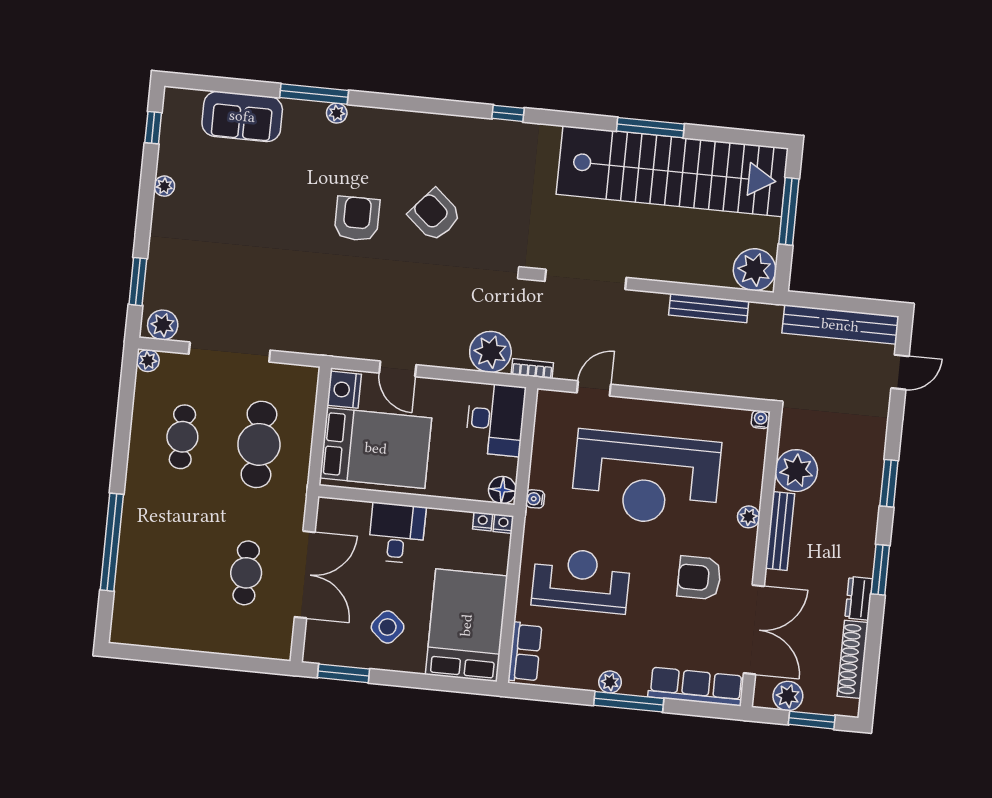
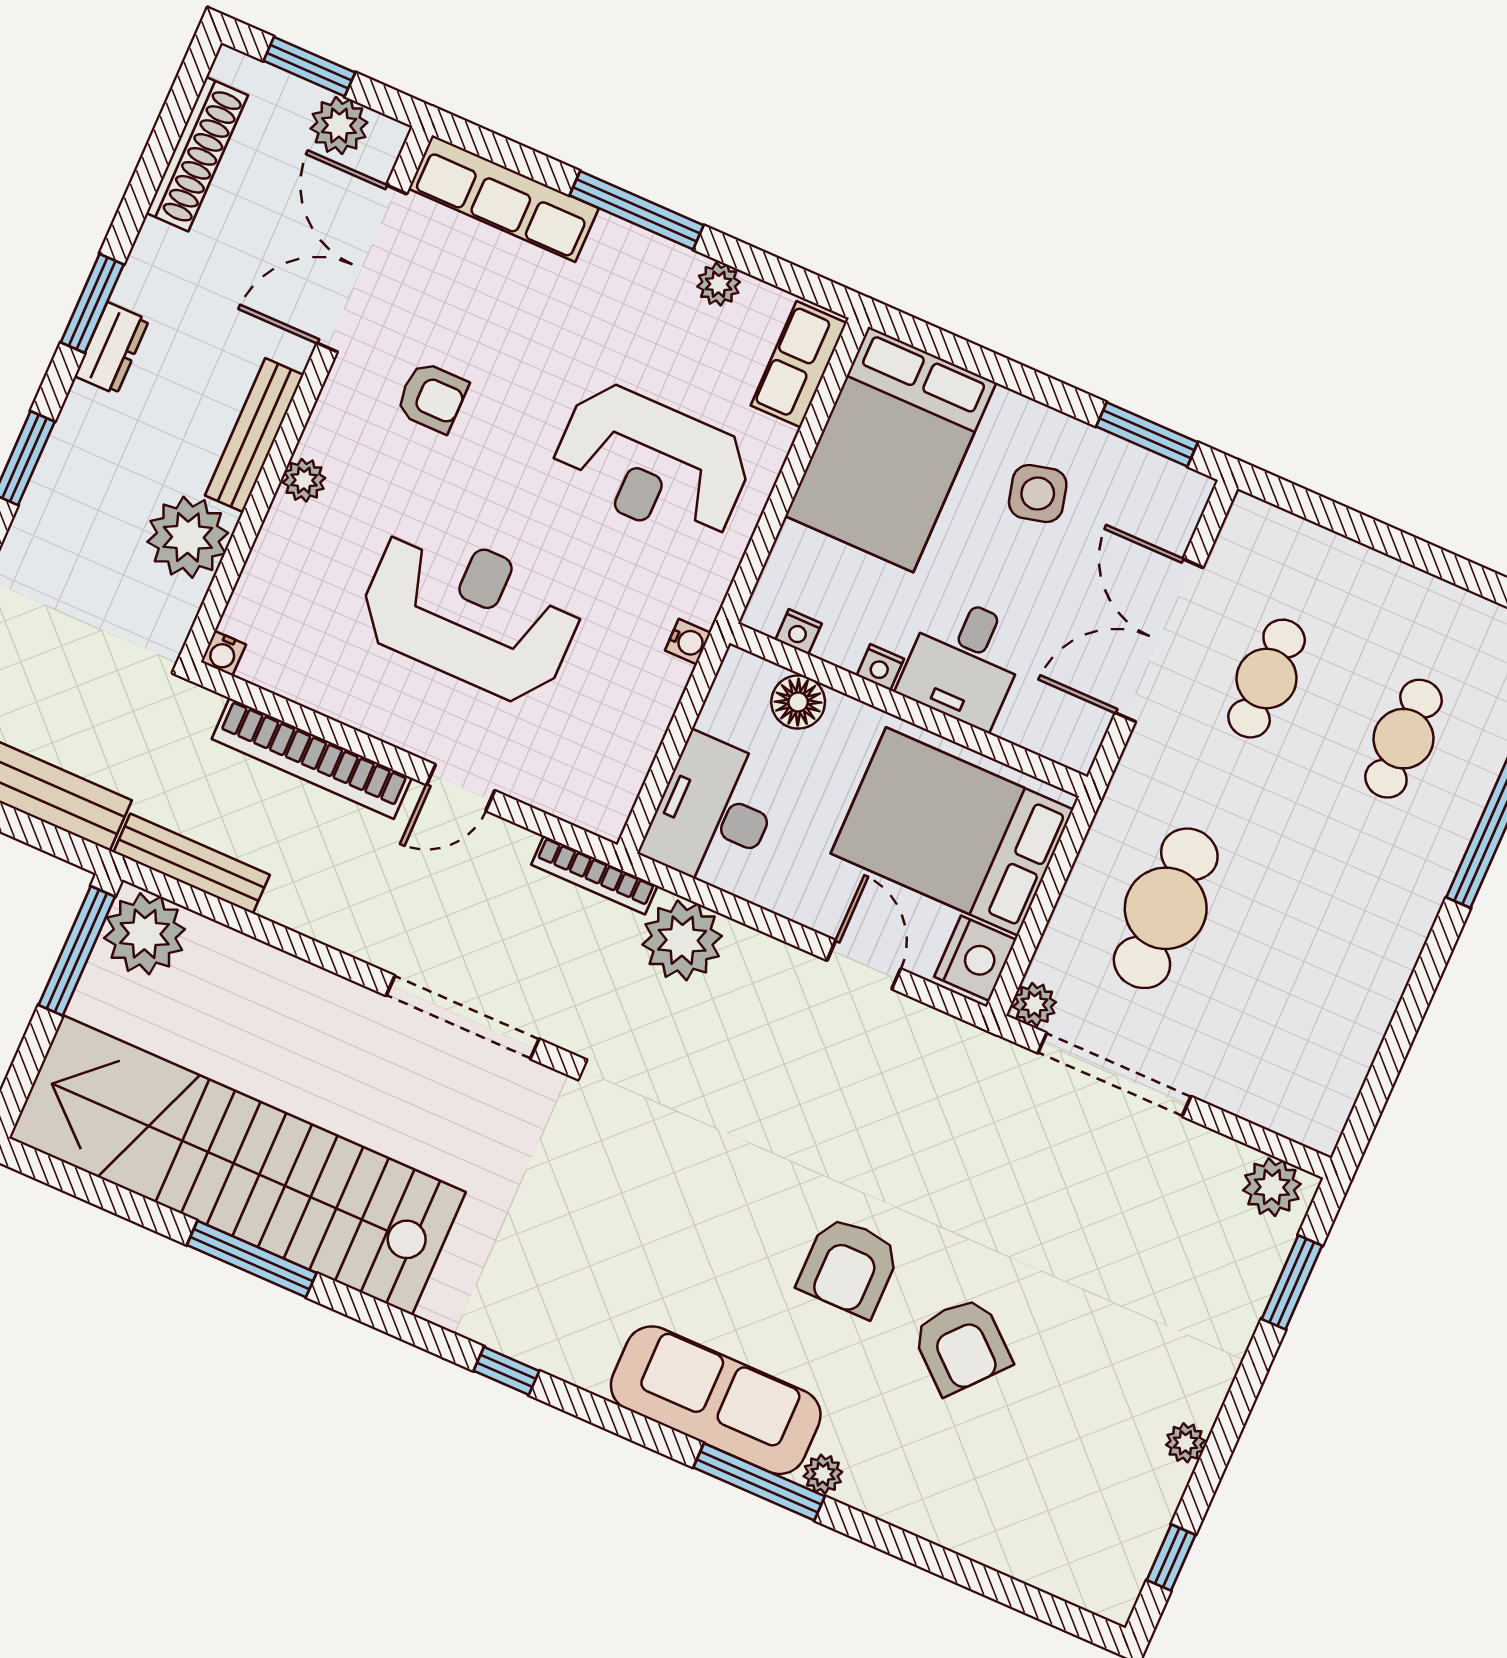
window: (314, 94) -> (759, 1482), moved
sofa: (242, 116) -> (716, 1400), moved, width x1.36
window: (789, 211) -> (77, 951), moved
armchair: (435, 215) -> (962, 1346), moved
bench: (709, 308) -> (192, 864), moved
doorway: (230, 352) -> (1114, 1075), moved
plant: (148, 361) -> (1034, 1004), moved
bookcase: (532, 369) -> (594, 875), width x1.56
bookcase: (701, 382) -> (312, 758), added
door: (594, 388) -> (461, 788), moved
cafe table: (182, 437) -> (1403, 739), moved
reception desk: (646, 478) -> (470, 613), width x0.74, depth x0.77
floor lamp: (502, 490) -> (798, 702), moved
nightstand: (503, 524) -> (880, 667), moved
armchair: (699, 578) -> (432, 397), width x0.72, depth x0.72
dresser: (859, 598) -> (112, 348), moved
side table: (388, 627) -> (1038, 494), turned 36
plant: (610, 682) -> (719, 284), moved

